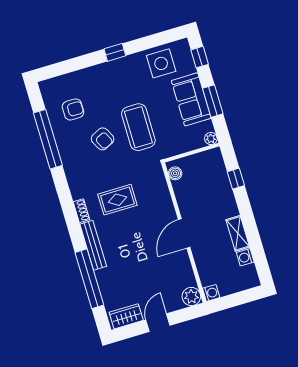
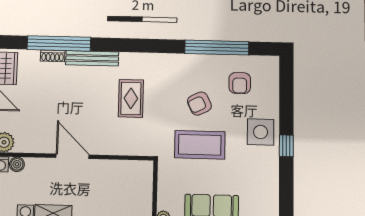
side table: (161, 63) -> (261, 132), moved
boiler: (175, 173) -> (17, 164), moved
shoe rack: (81, 211) -> (53, 56), moved

